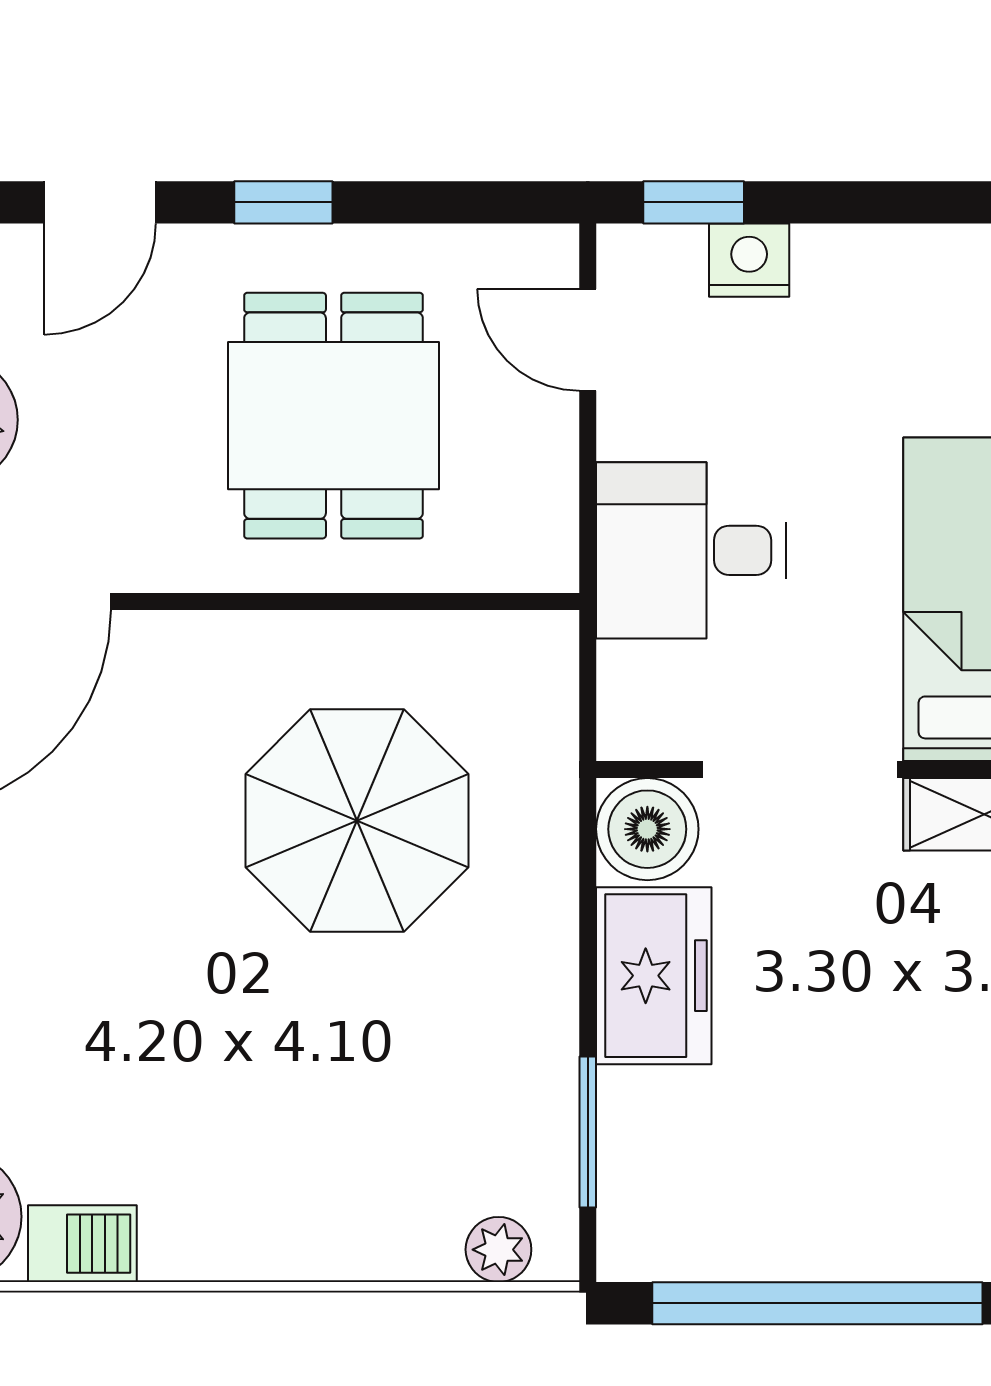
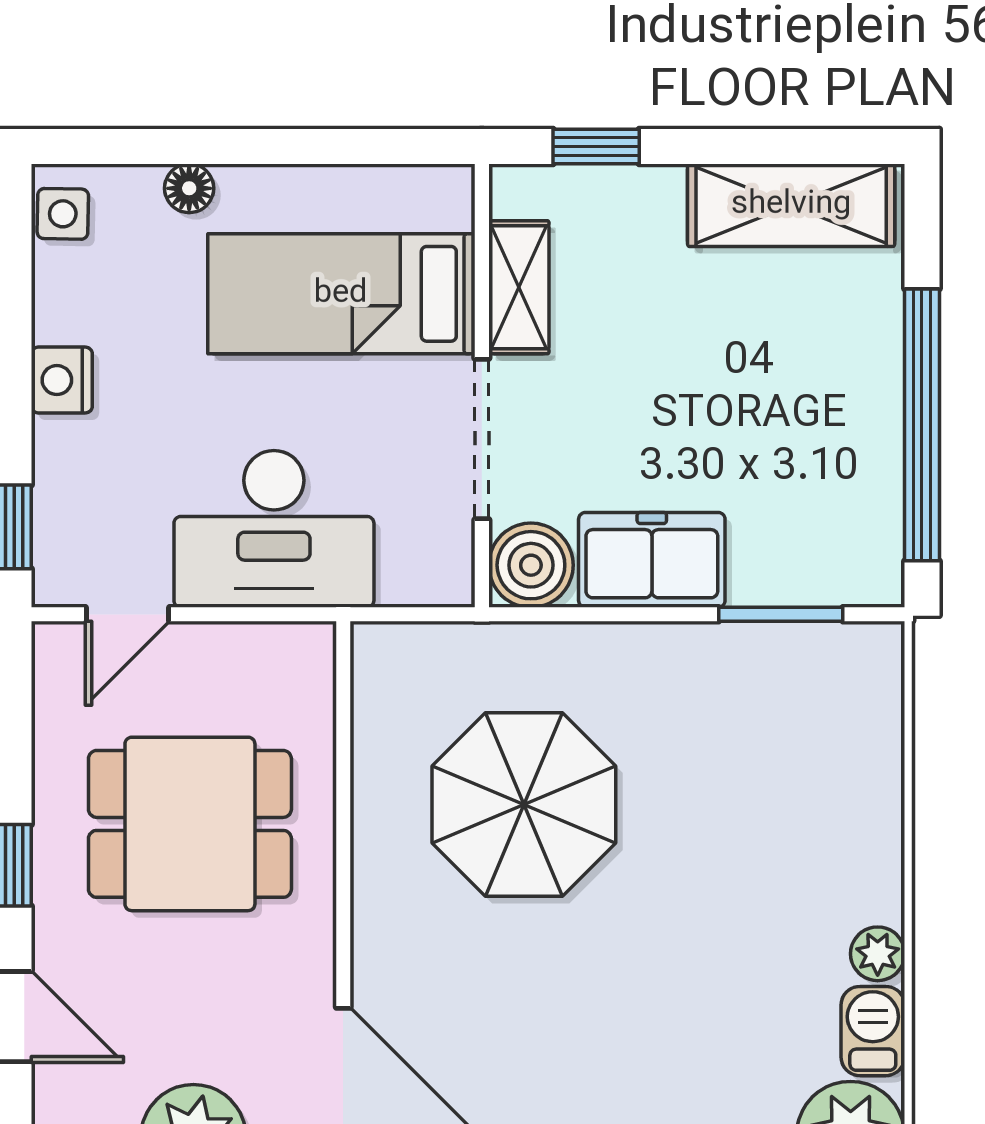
nightstand: (749, 260) -> (62, 380), moved
desk: (691, 550) -> (274, 529), width x1.37
plant: (498, 1250) -> (878, 954), moved

